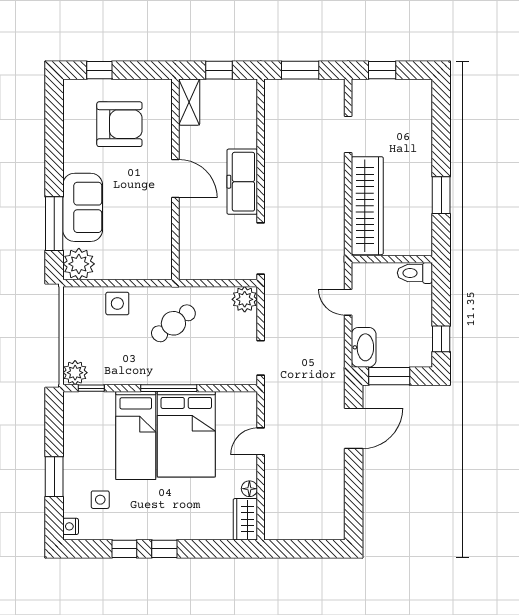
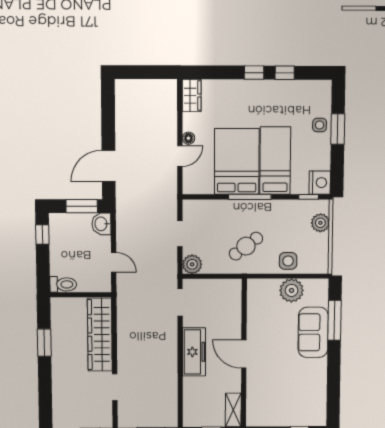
armchair: (119, 124) -> (285, 393), removed
doorway: (261, 249) -> (180, 302), width x0.73
plant: (79, 264) -> (292, 290), moved
washbasin: (364, 347) -> (101, 224), width x0.72
doorway: (261, 358) -> (180, 234), moved
plant: (75, 373) -> (320, 223), moved
floor lamp: (249, 489) -> (188, 138), moved
side table: (100, 500) -> (320, 125), moved
nightstand: (71, 526) -> (320, 183), moved, width x1.89, depth x1.79

